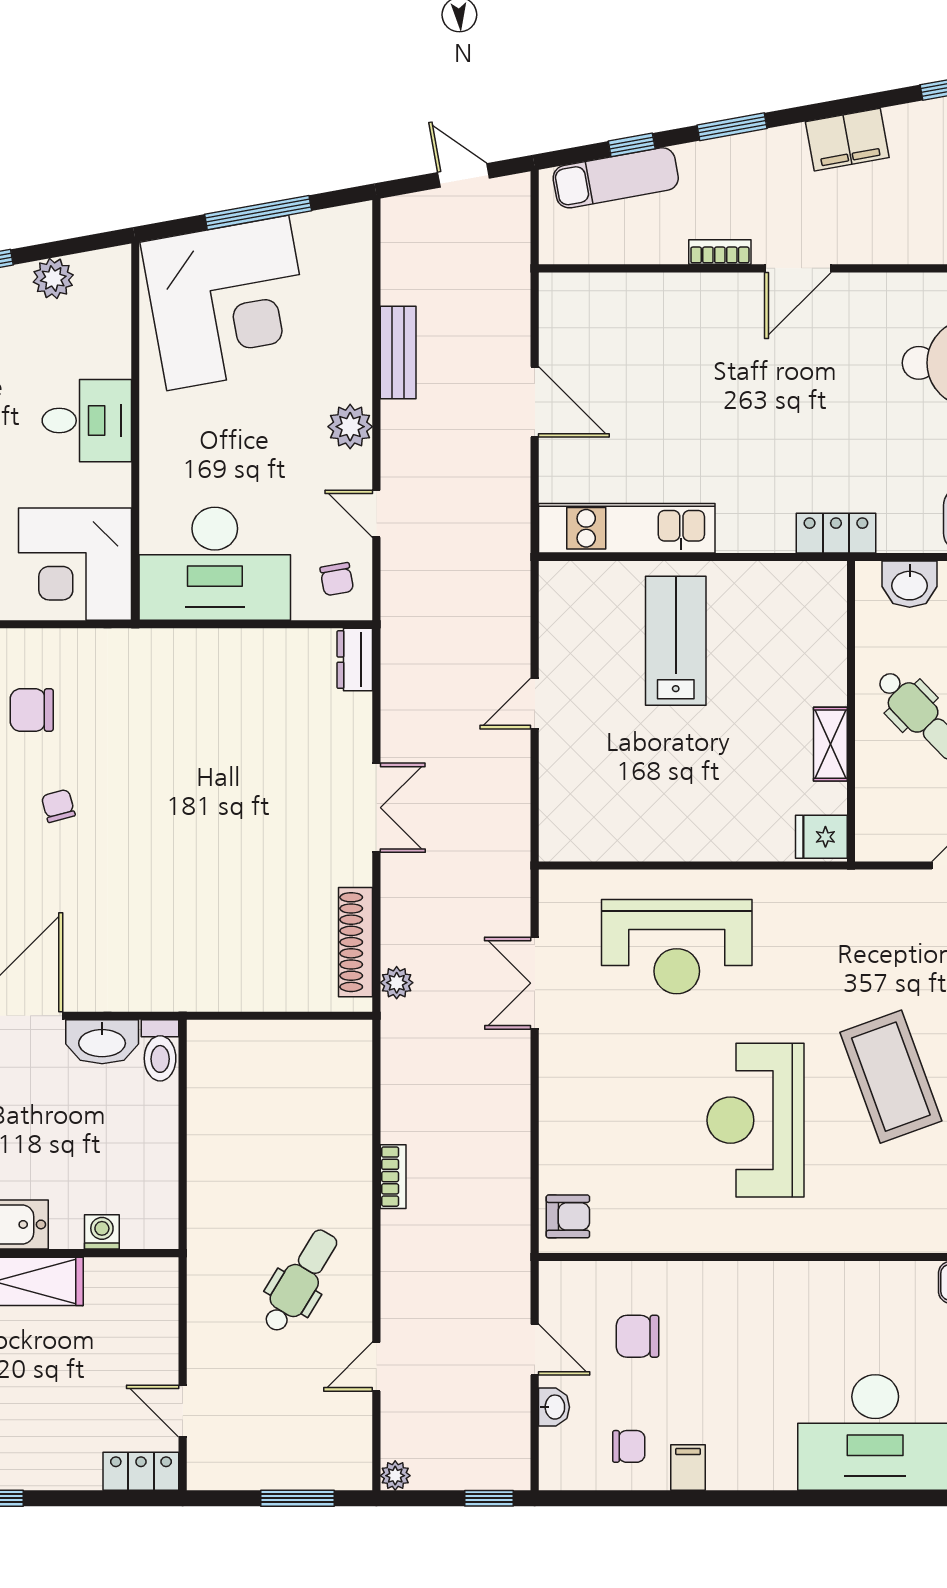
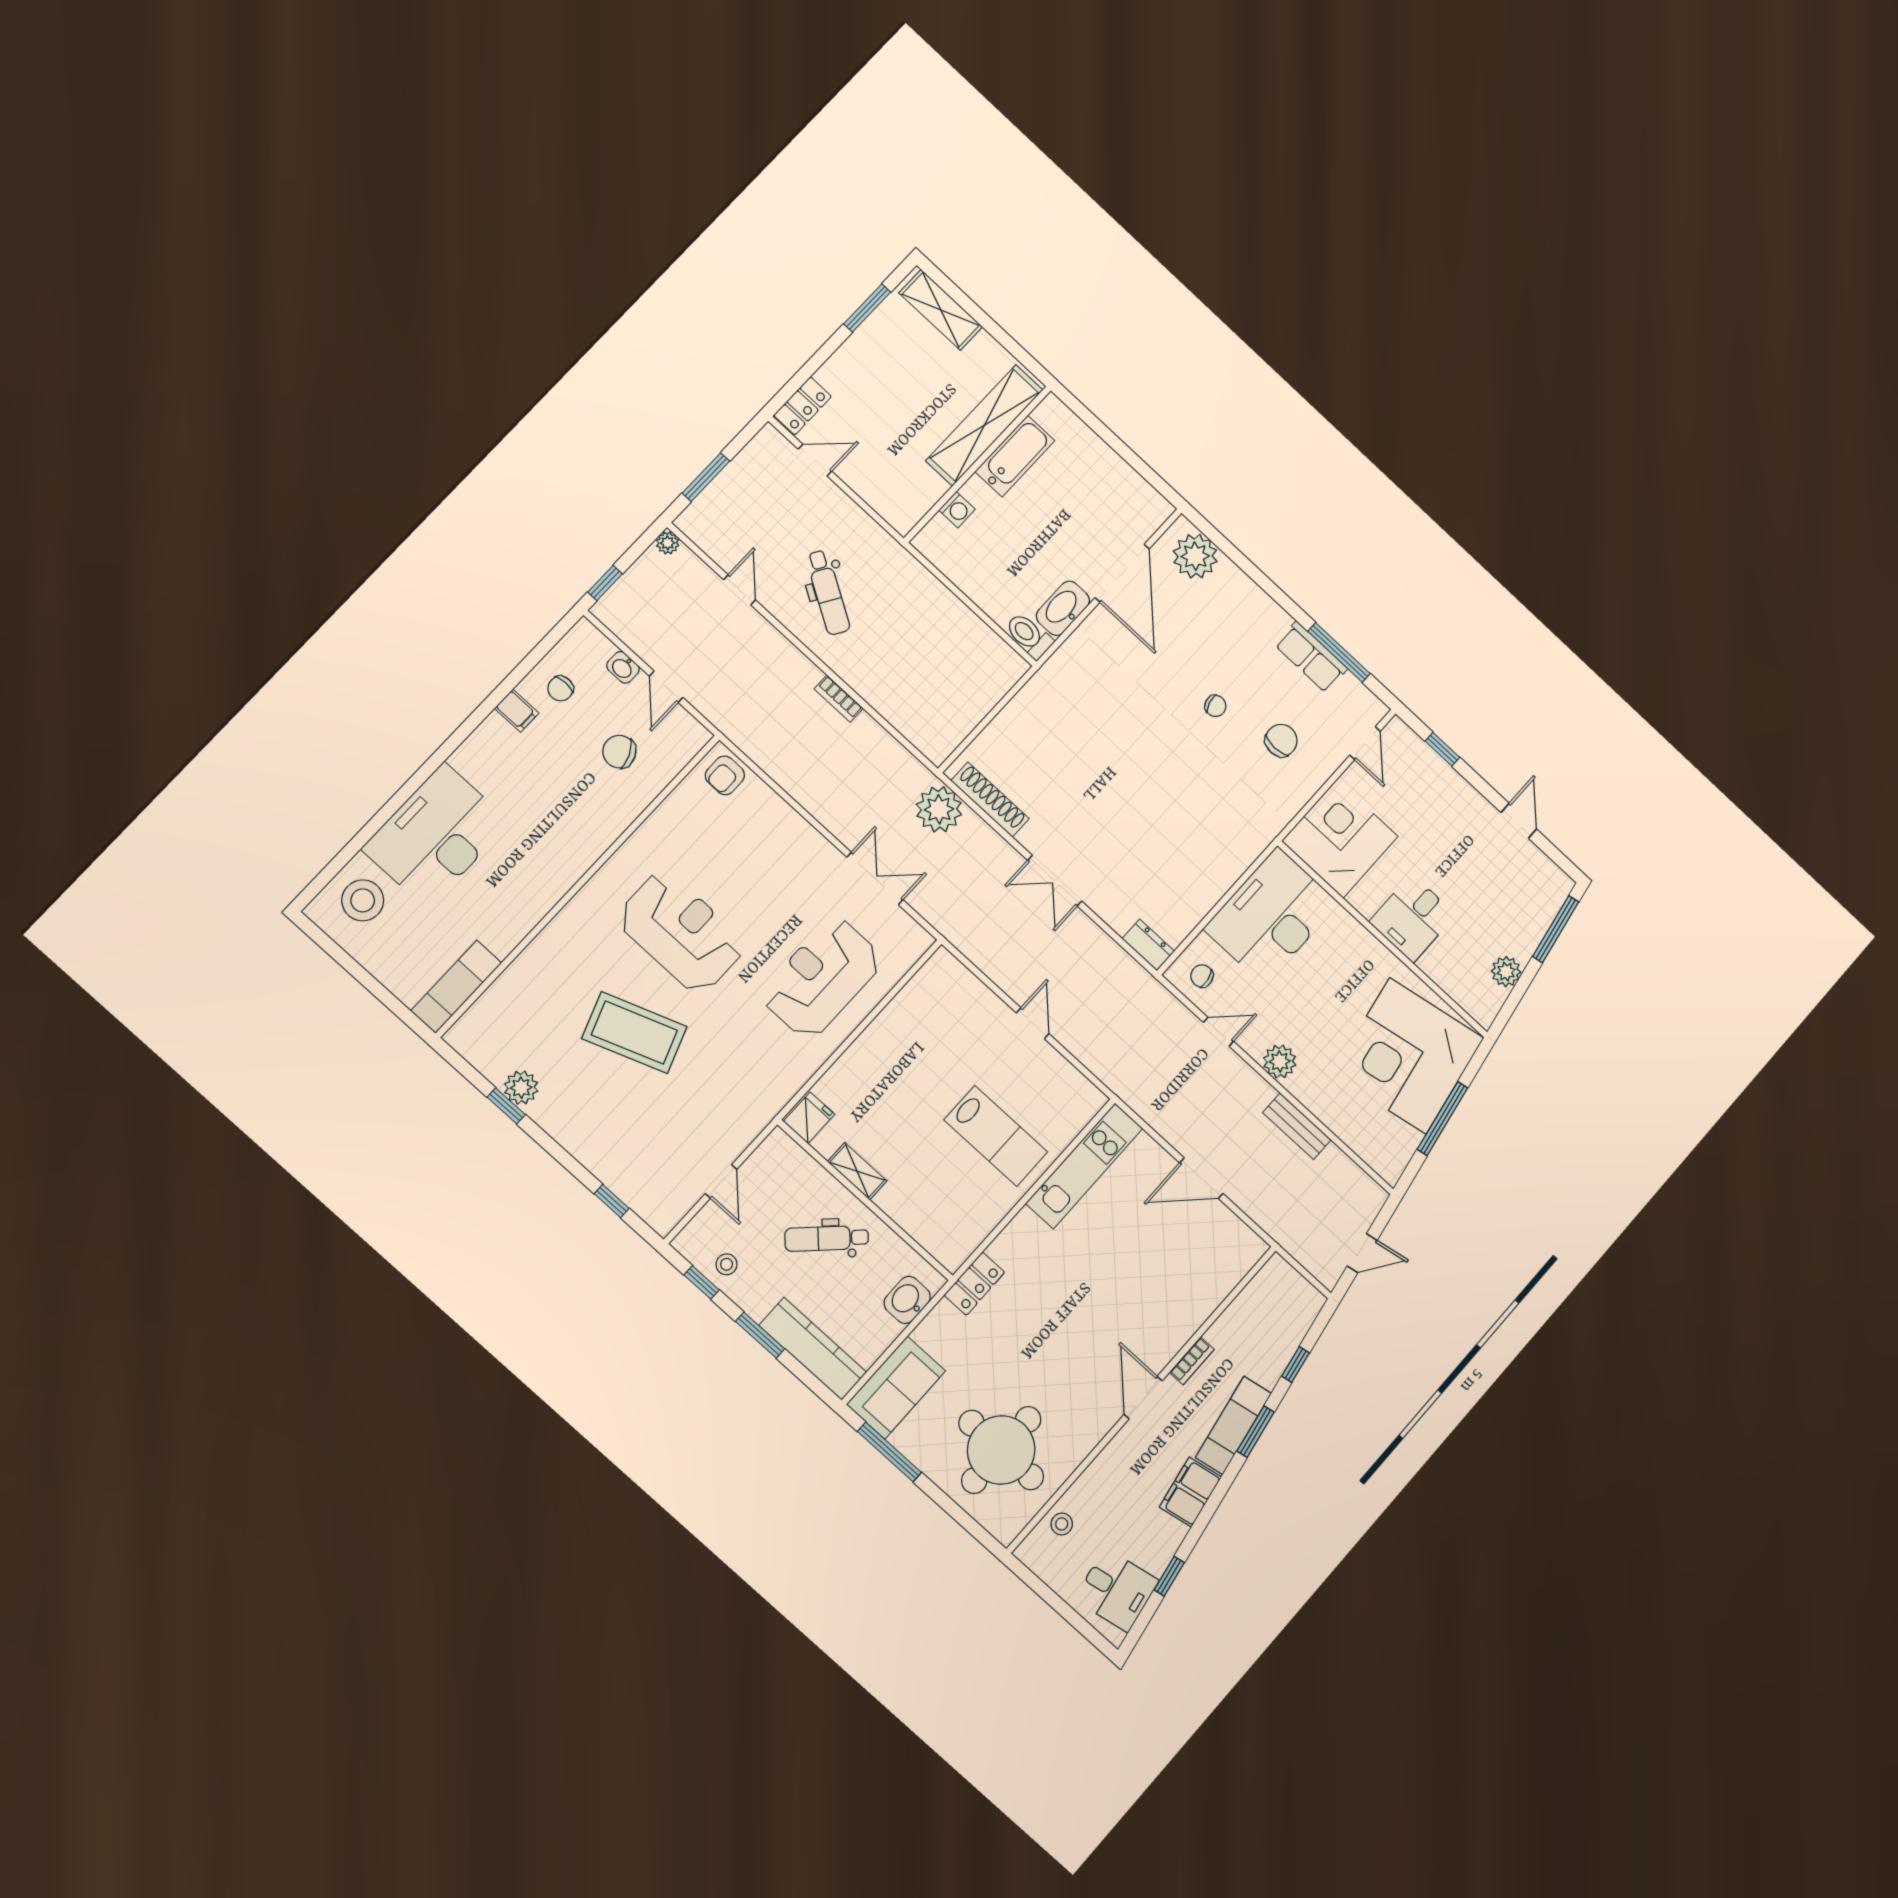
exam couch: (616, 178) -> (1233, 1425), moved
plant: (397, 983) -> (939, 809), width x1.88, depth x1.88
chair: (638, 1336) -> (619, 752), turned -114
door: (535, 1350) -> (666, 687), hinge flipped

